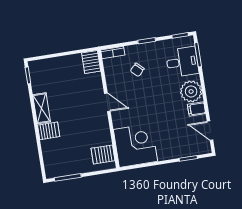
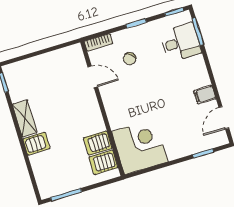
server rack: (91, 62) -> (98, 143), moved, turned 90
plant: (191, 91) -> (196, 75), removed
door: (107, 102) -> (93, 77), moved
door: (210, 131) -> (224, 118), hinge flipped

